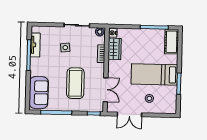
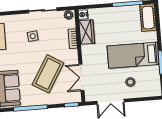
coffee table: (75, 83) -> (48, 74), turned 31
double door: (106, 90) -> (82, 77), swing flipped

